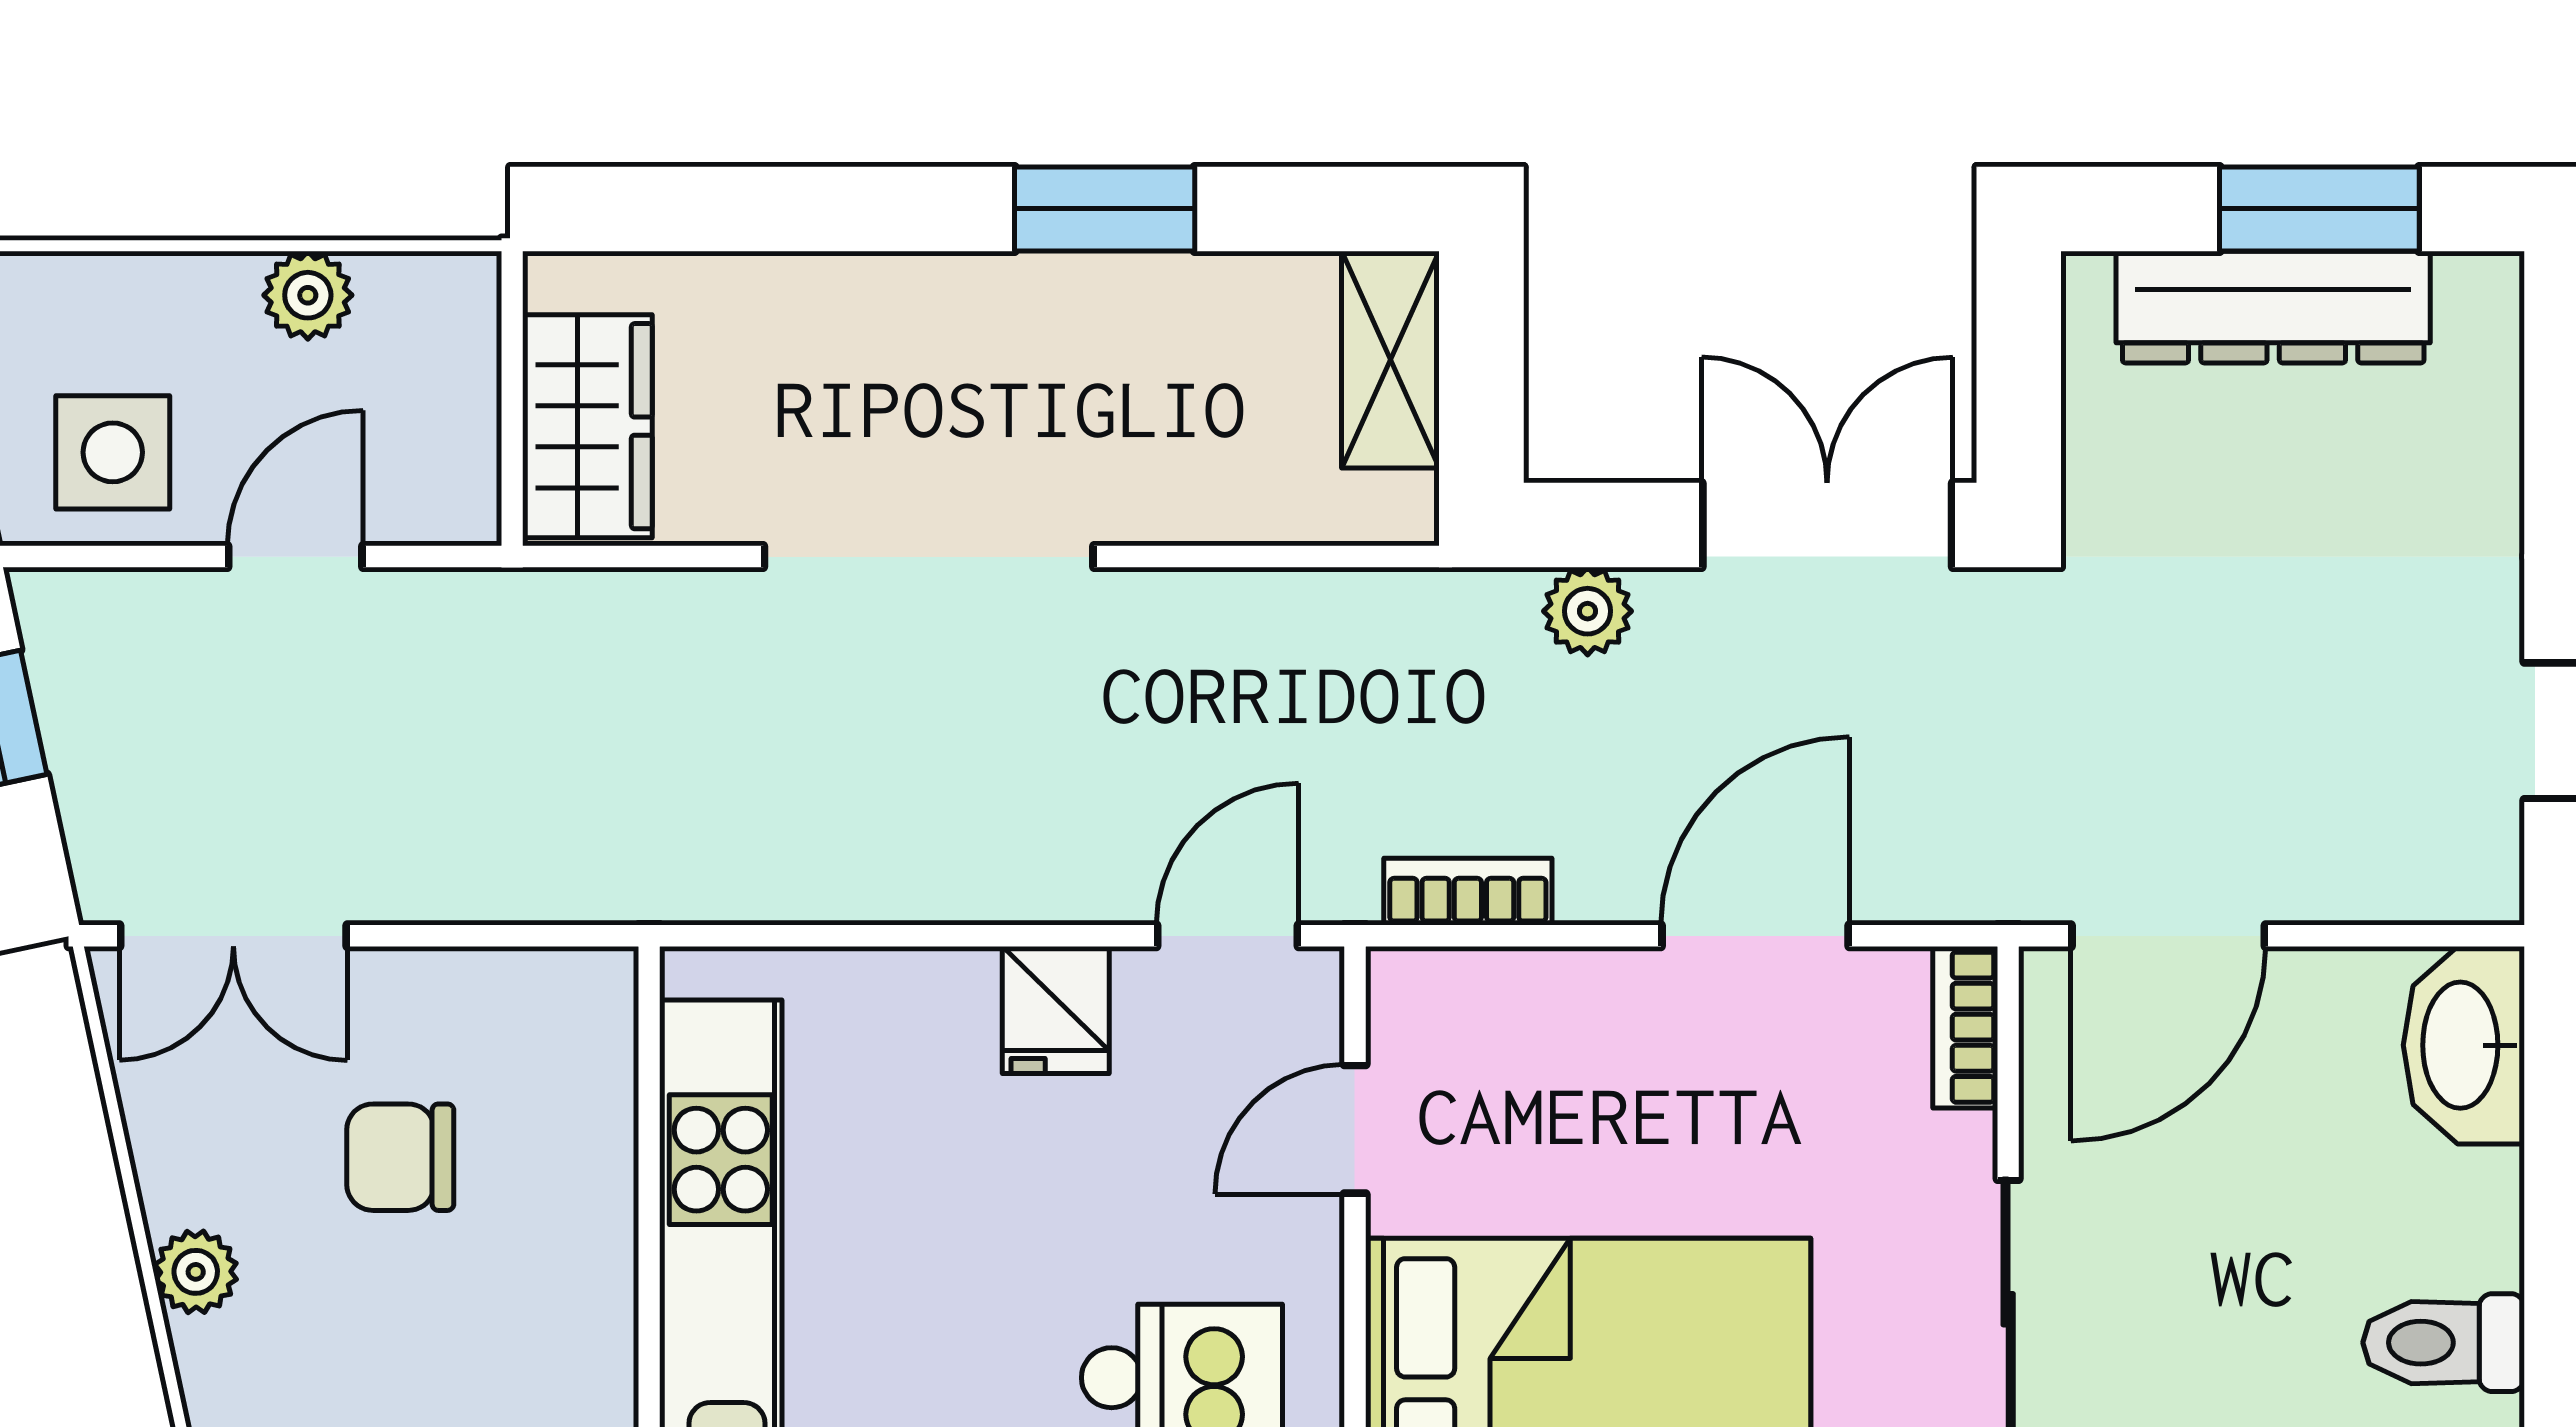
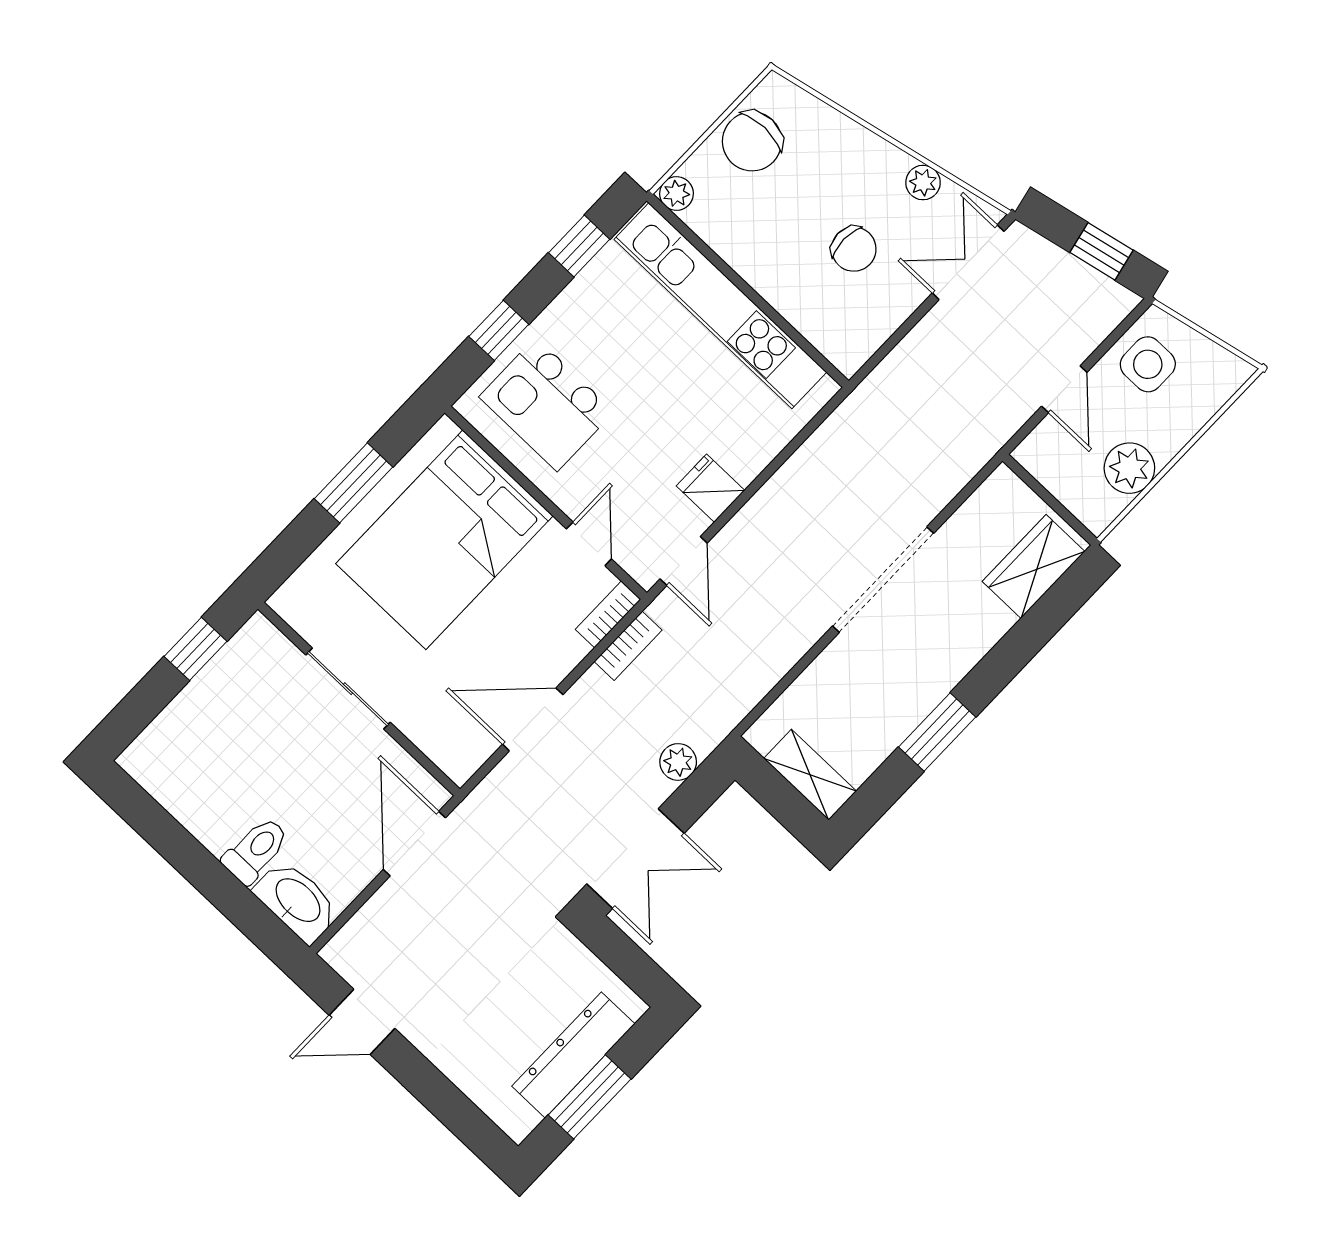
plant: (308, 295) -> (1129, 468), width x1.38, depth x1.38
wardrobe: (587, 426) -> (1034, 566), moved, turned 90
door: (1755, 936) -> (533, 719), swing flipped
bookcase: (1965, 1027) -> (608, 614), moved, turned -90
chair: (400, 1157) -> (854, 249), turned 90
plant: (196, 1272) -> (923, 183), moved
toilet: (2444, 1343) -> (256, 850), moved

